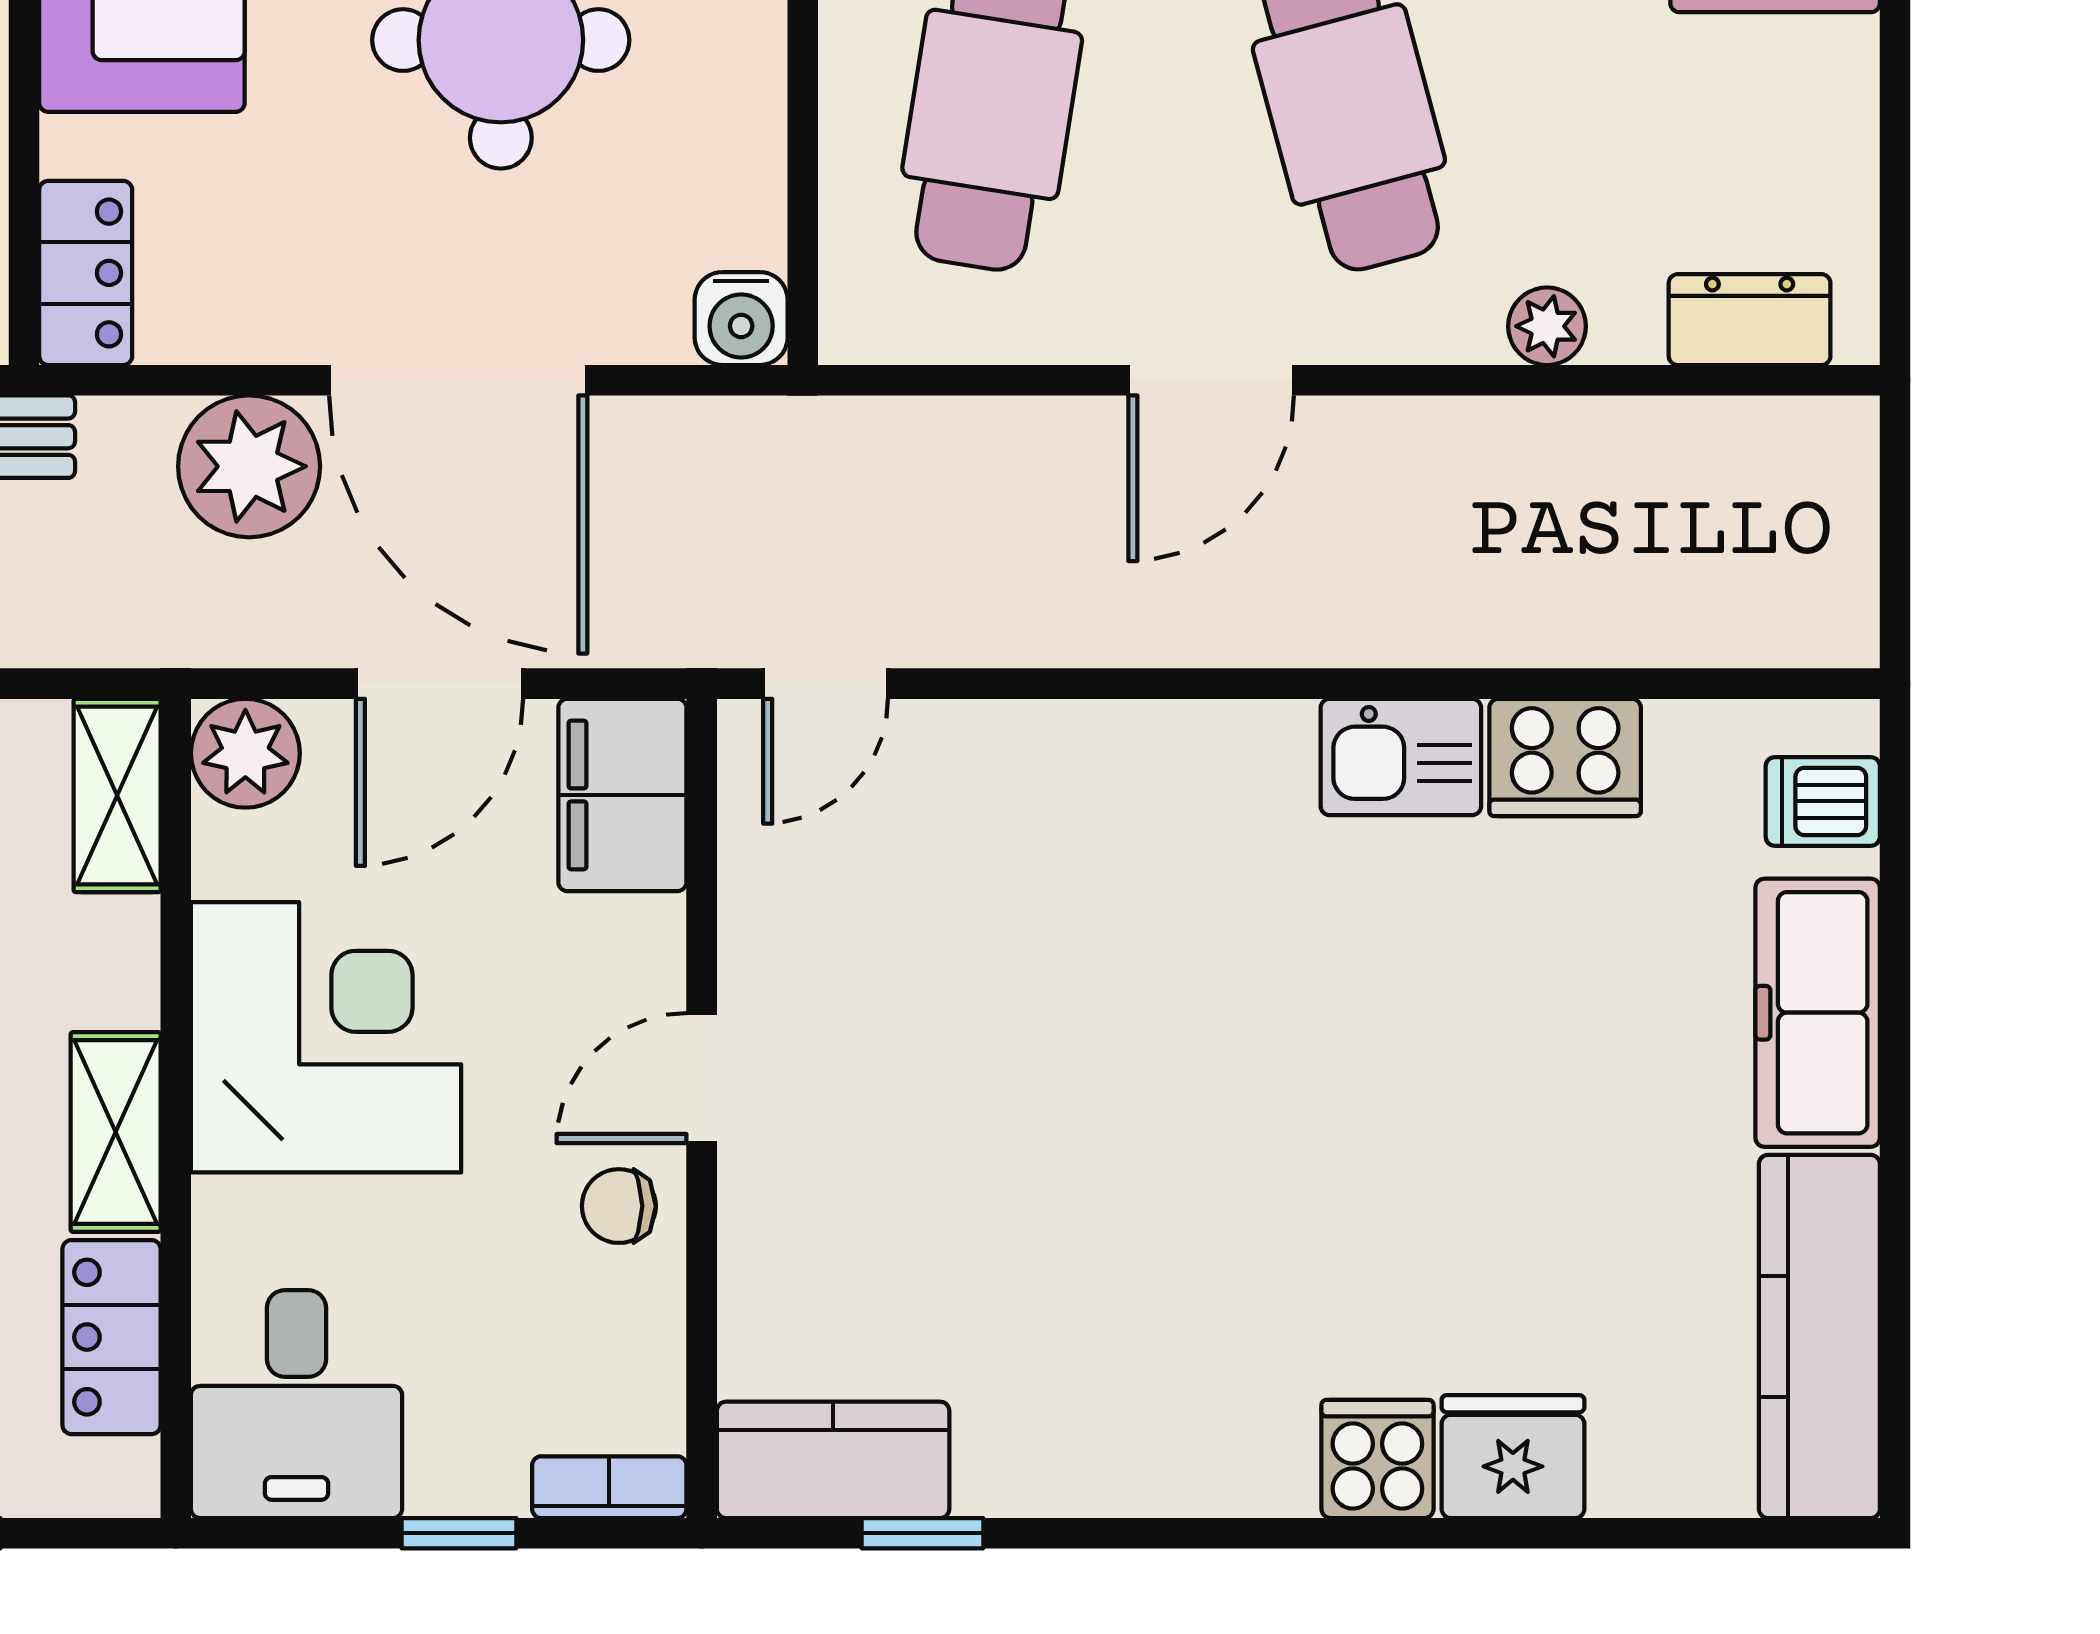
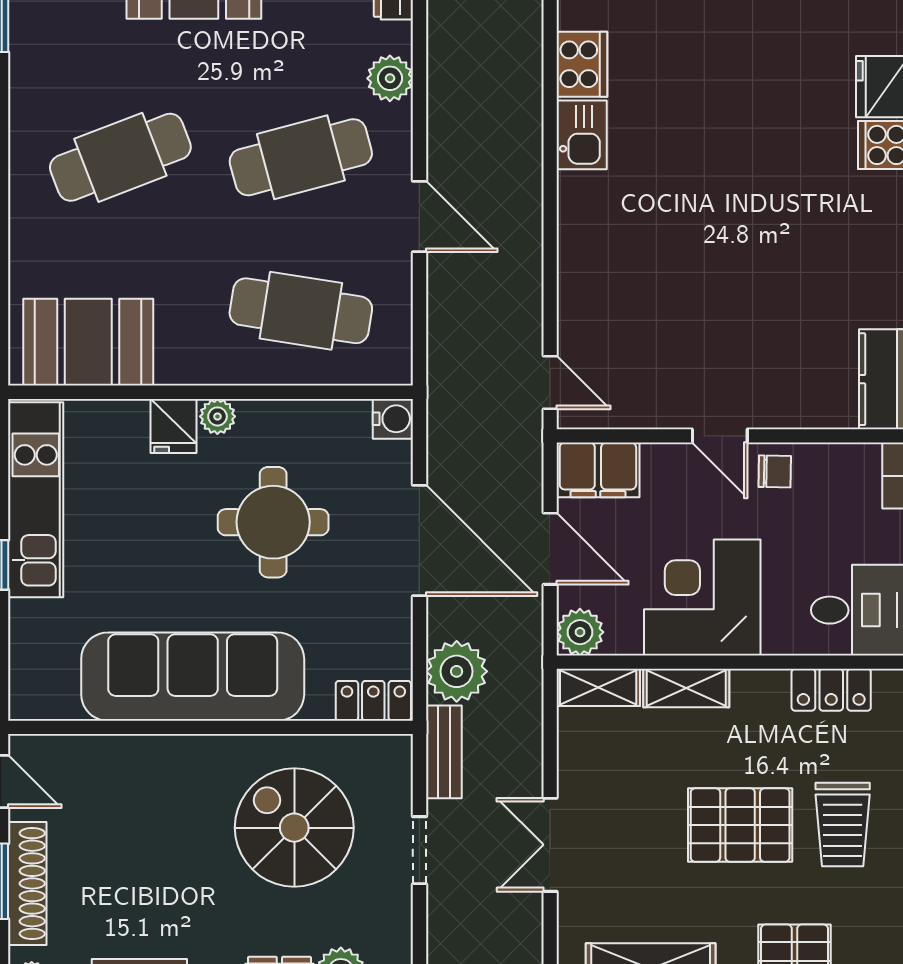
plant: (1547, 326) -> (390, 78), width x1.38, depth x1.38
door: (458, 380) -> (419, 540), hinge flipped
plant: (249, 466) -> (457, 671), moved
shelving: (116, 1132) -> (686, 688), moved
chair: (619, 1206) -> (775, 471), turned -89

